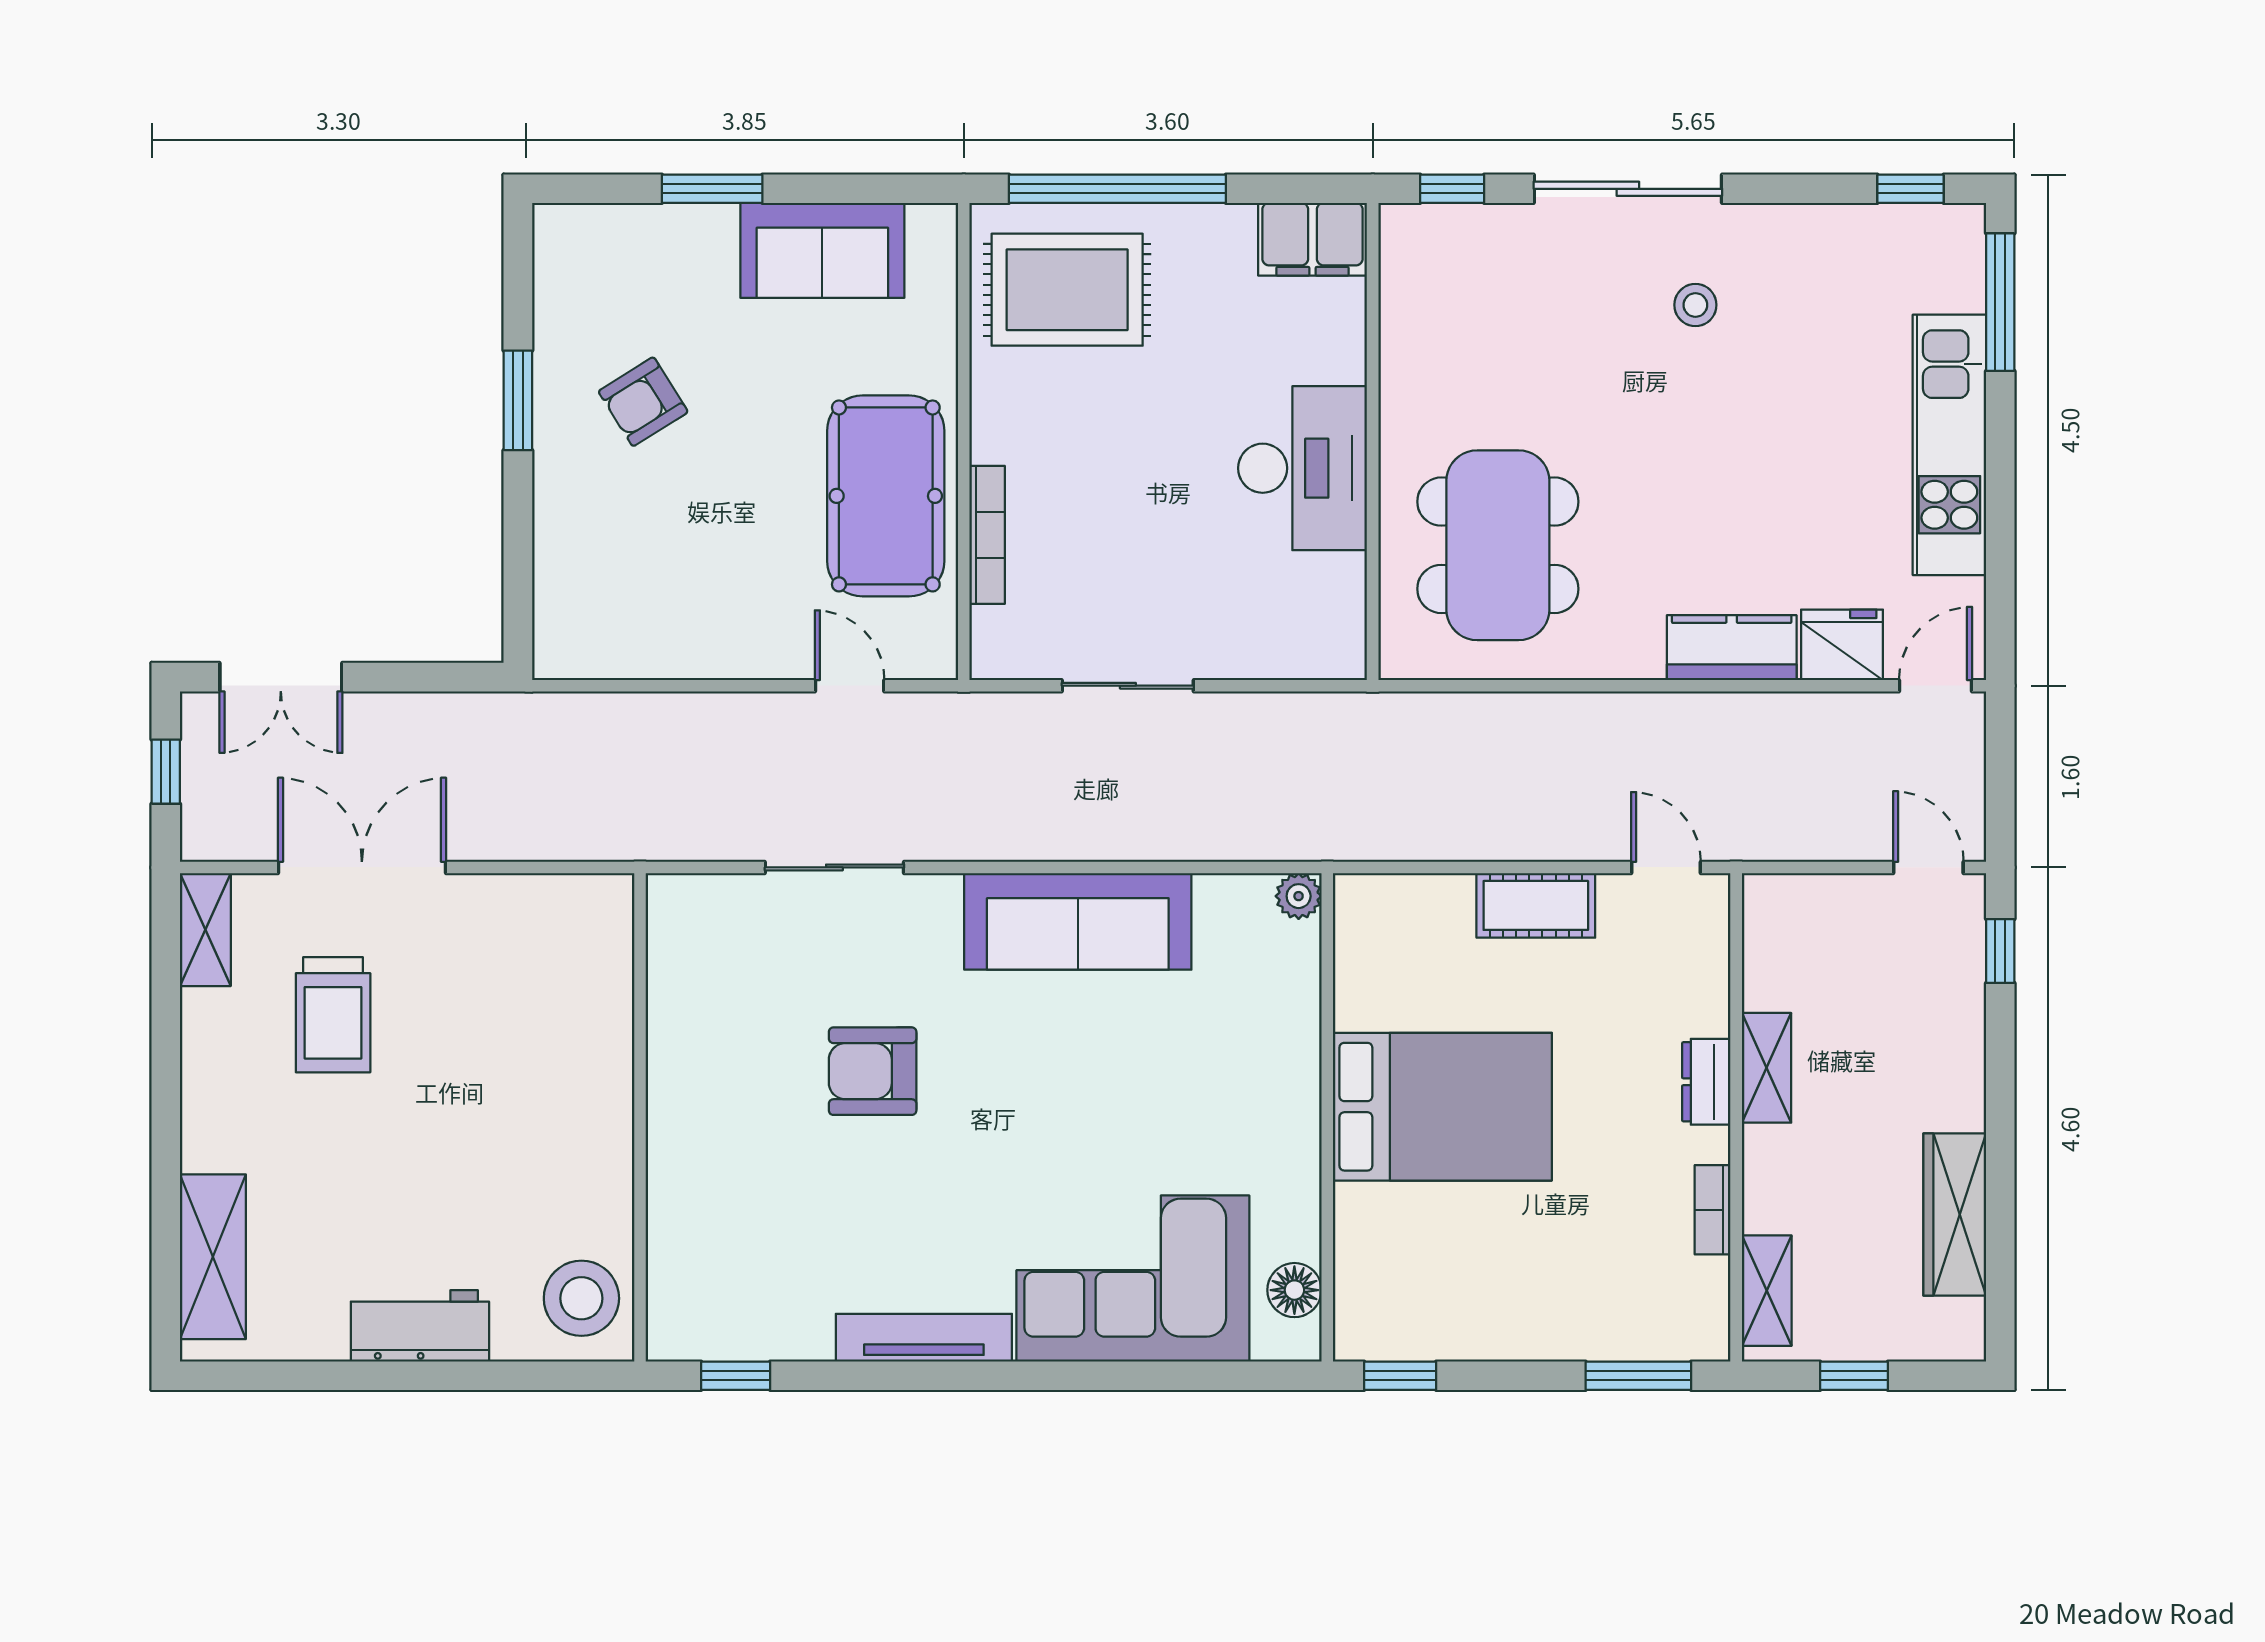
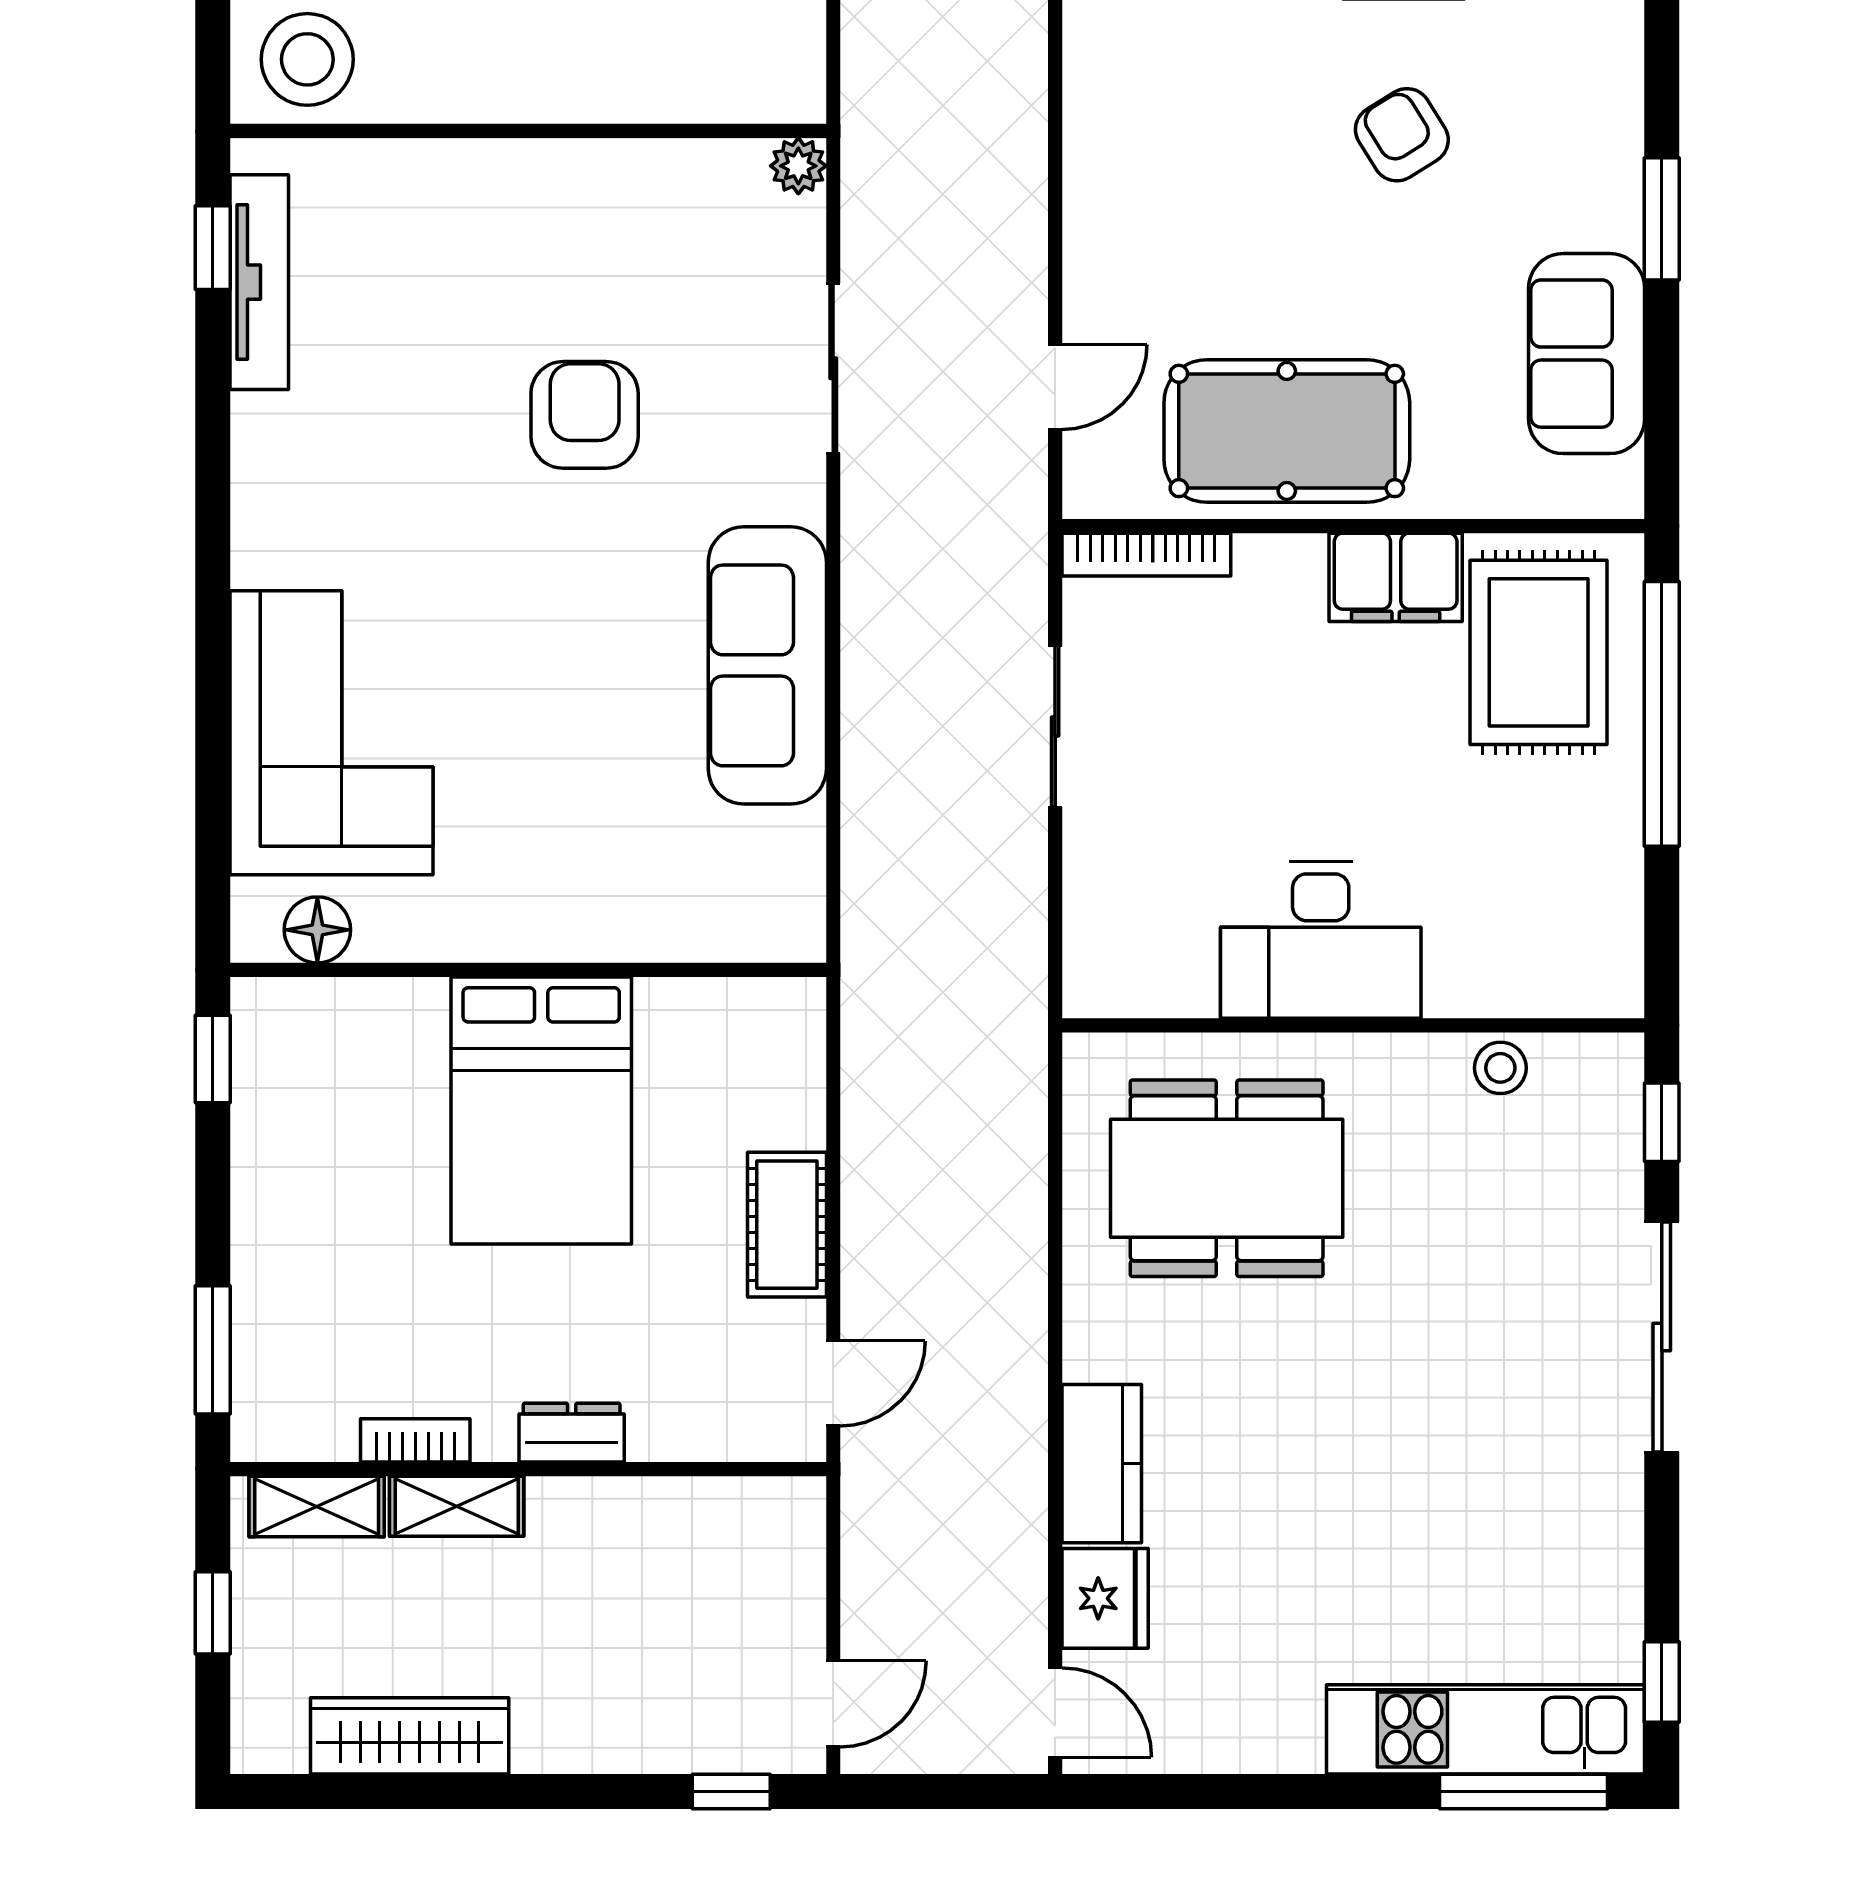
filing cabinet: (1312, 239) -> (1396, 577), moved, turned -90
stool: (1695, 305) -> (1500, 1068), moved
kitchen unit: (1949, 445) -> (1486, 1729), moved
bookcase: (987, 535) -> (1146, 555), moved
plant: (1299, 896) -> (798, 166), moved
shelving: (1767, 1068) -> (457, 1506), moved
tv unit: (924, 1338) -> (259, 282), moved

